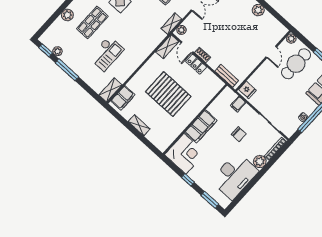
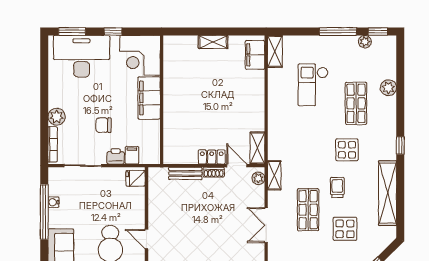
bench: (227, 76) -> (185, 173), moved
pallet: (168, 94) -> (212, 101), removed
printer: (247, 111) -> (116, 156), added
desk: (235, 176) -> (81, 56), moved, turned 90

